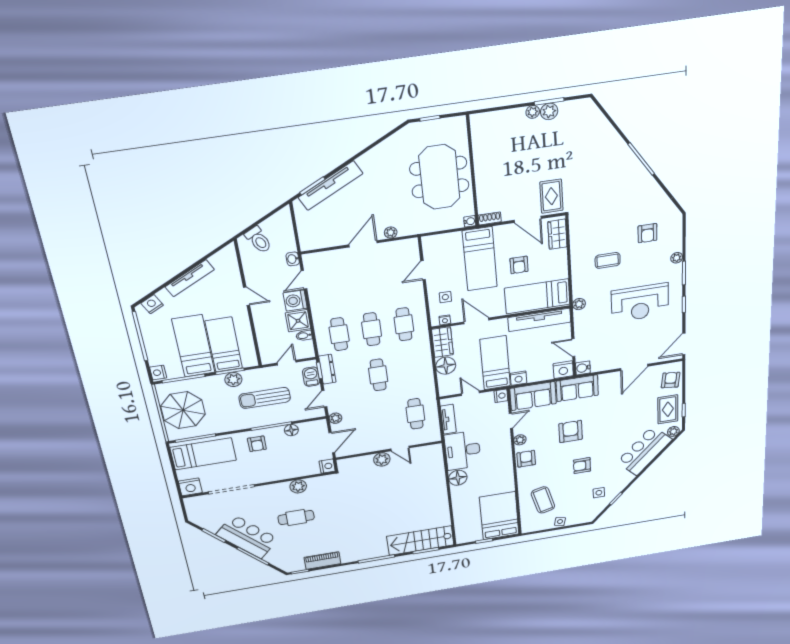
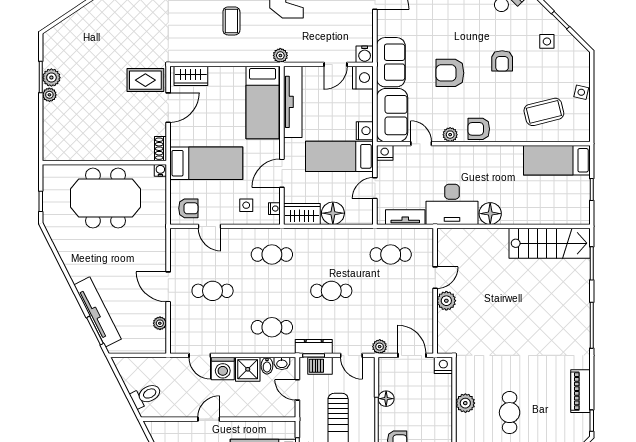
plant: (391, 232) -> (160, 323), moved
washbasin: (293, 259) -> (282, 363), moved
armchair: (519, 265) -> (188, 208), moved
cafe table: (372, 329) -> (213, 291), moved
bed: (499, 516) -> (557, 160), width x0.67
stairs: (420, 541) -> (550, 243), moved, turned -90

